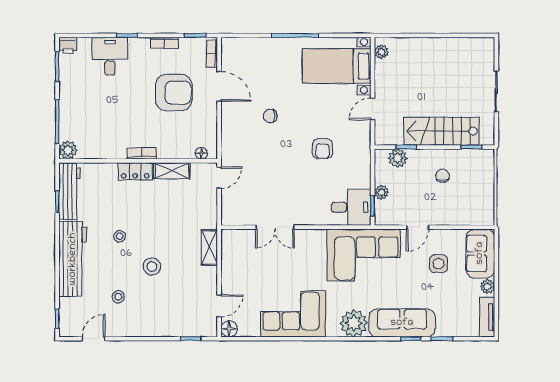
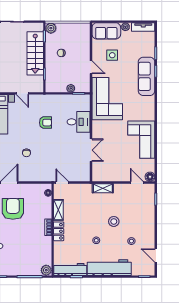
plant: (398, 158) -> (51, 28), moved
desk: (351, 207) -> (79, 122), moved, turned 90
plant: (354, 323) -> (147, 104), removed

